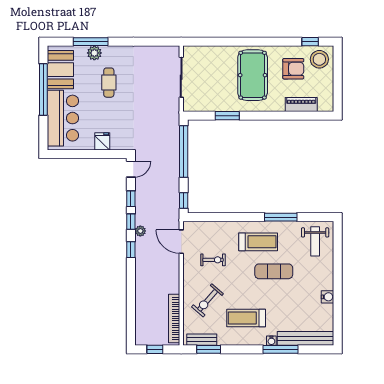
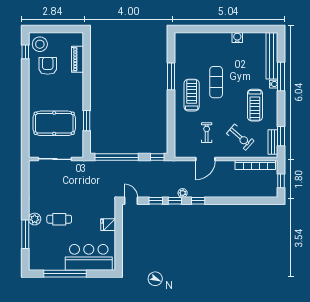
plant: (94, 53) -> (35, 219), moved
booth: (60, 70) -> (48, 260), removed
pool table: (253, 75) -> (54, 123), moved
weight bench: (315, 241) -> (191, 48), removed
door: (181, 242) -> (205, 159), moved

